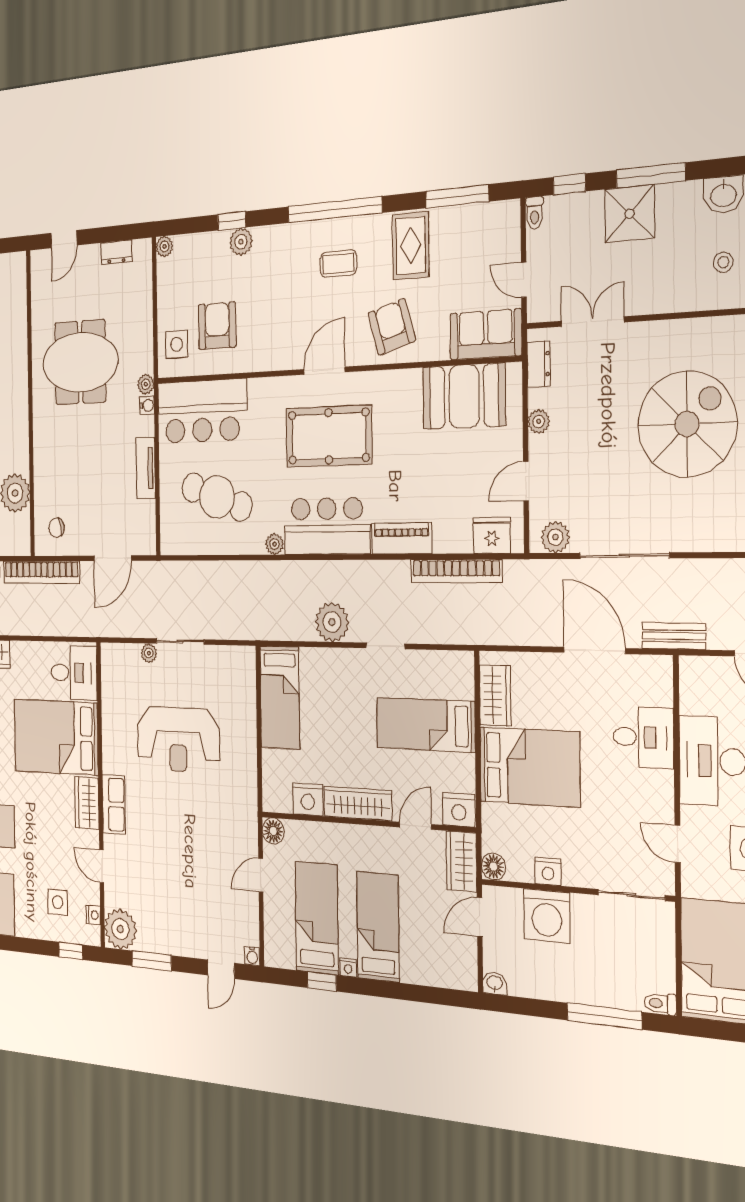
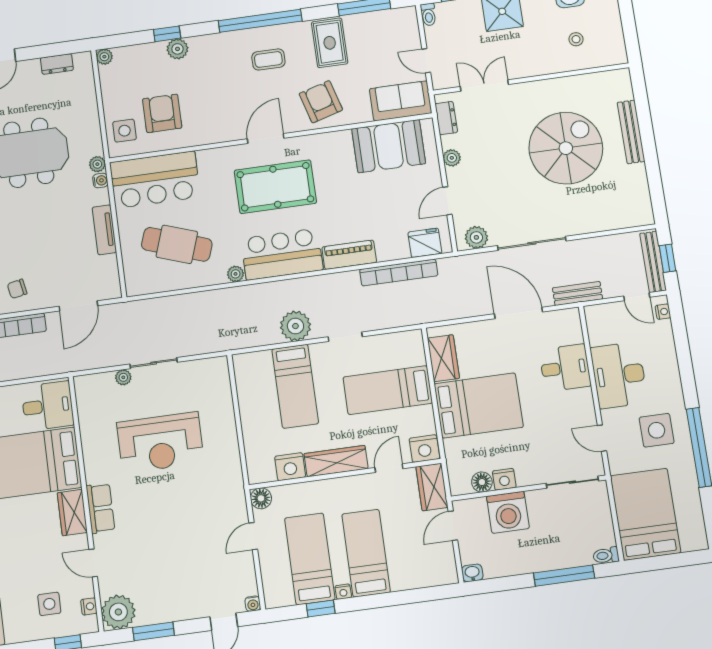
bed: (280, 697) -> (295, 386), moved
floor lamp: (494, 867) -> (482, 482), moved

